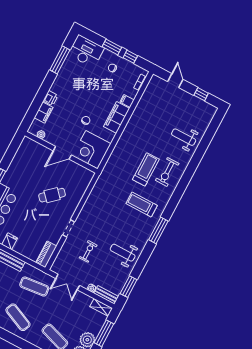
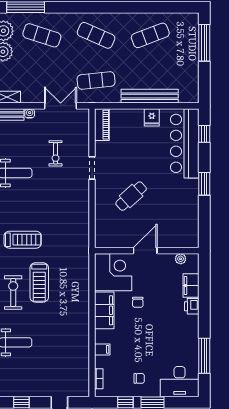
filing cabinet: (117, 117) -> (104, 310), moved

